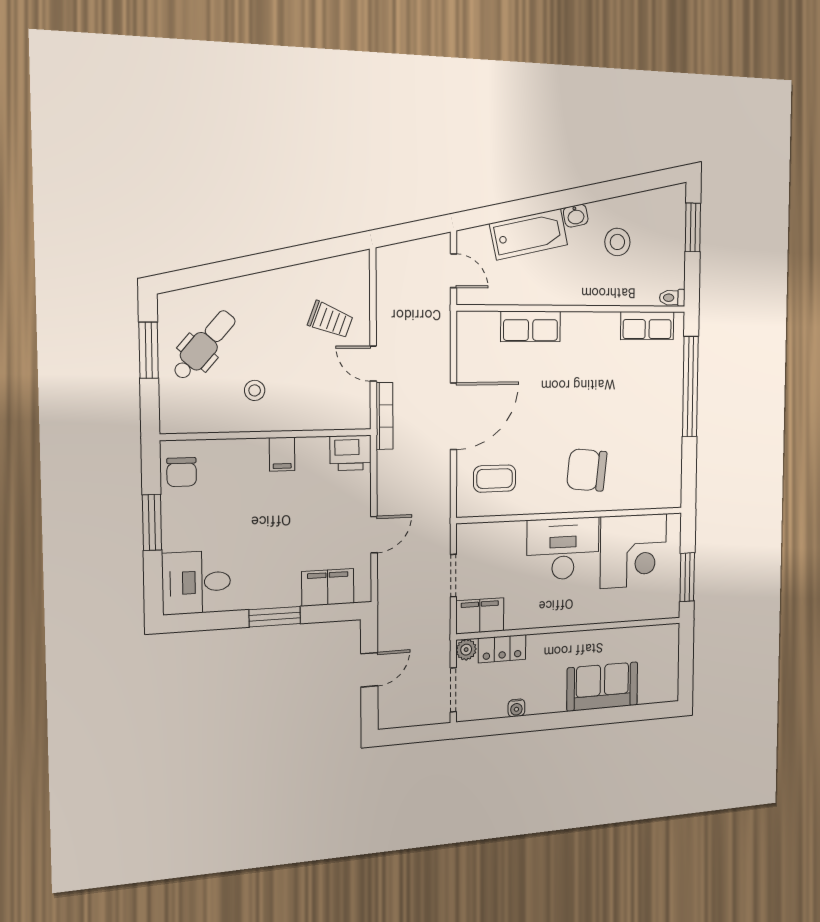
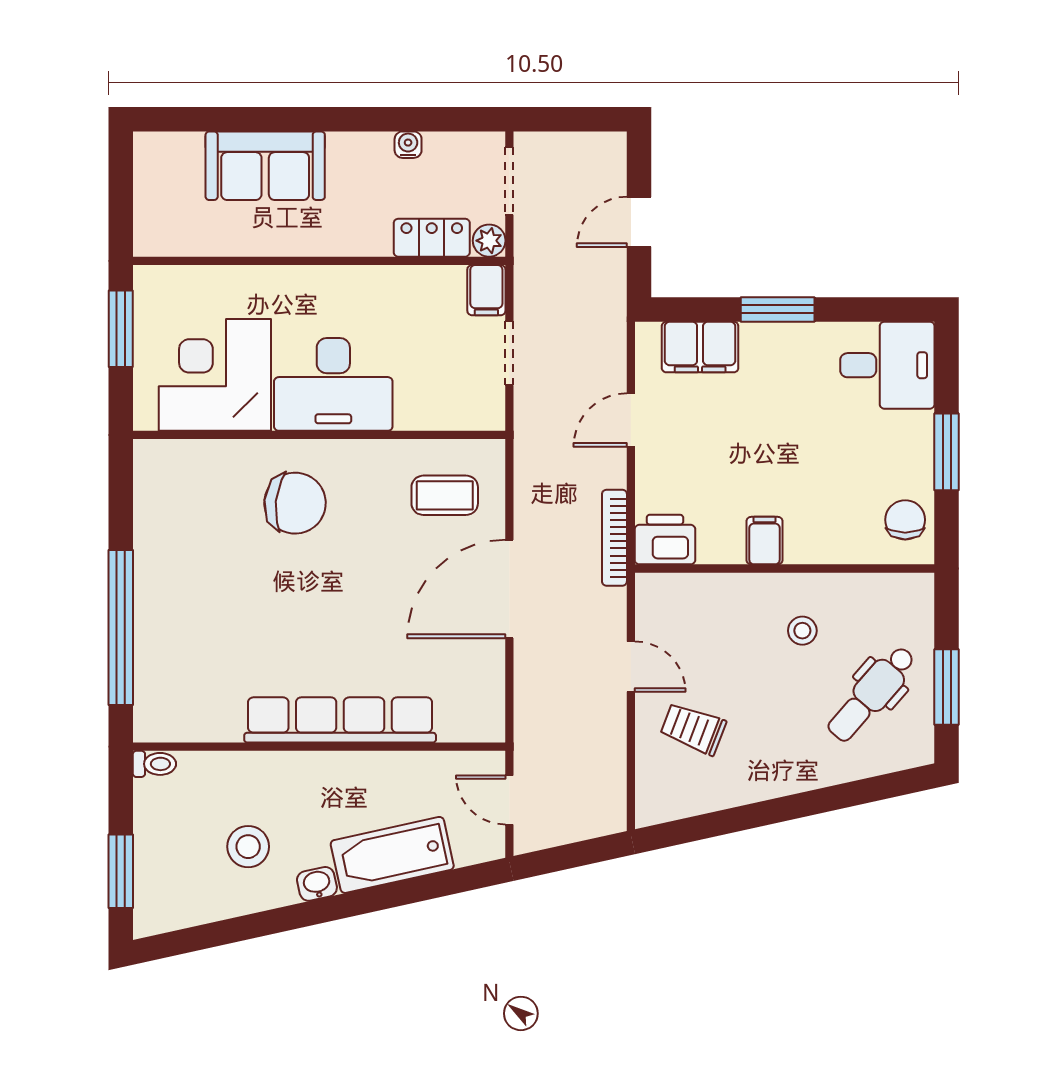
row of seats: (531, 326) -> (340, 720), width x2.02
row of seats: (647, 326) -> (196, 721), removed
bookcase: (384, 416) -> (614, 538), moved
filing cabinet: (480, 616) -> (486, 290), width x0.50

